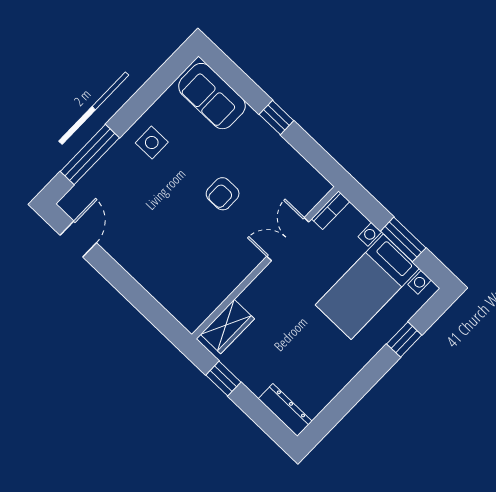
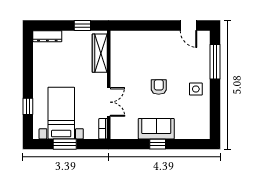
sofa: (212, 96) -> (156, 129), moved
armchair: (223, 194) -> (159, 87), moved
wardrobe: (227, 327) -> (100, 53), width x1.50

